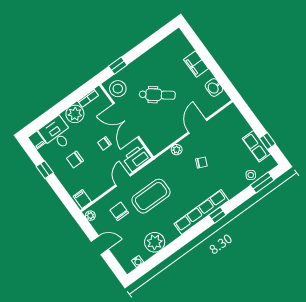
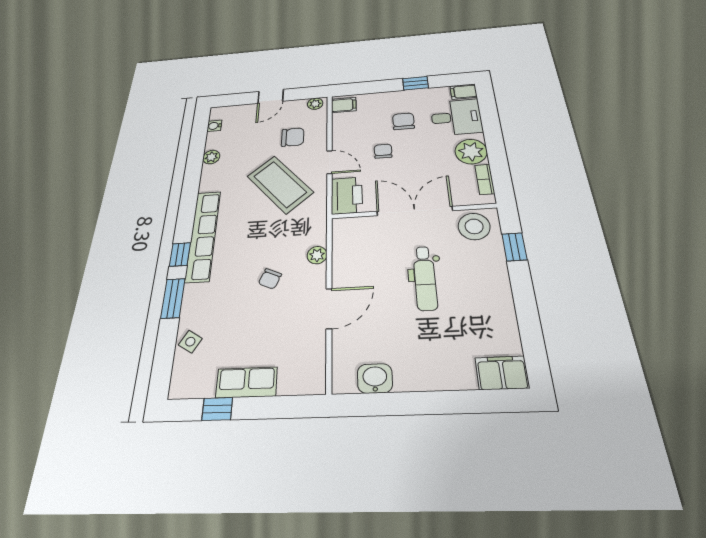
filing cabinet: (196, 64) -> (502, 373), moved
dental chair: (157, 95) -> (425, 278), turned -38
door: (198, 126) -> (329, 308), hinge flipped
chair: (104, 143) -> (383, 151), moved
row of seats: (256, 146) -> (247, 382), moved
window: (262, 183) -> (173, 298), moved
coffee table: (151, 196) -> (280, 184), turned -41
plant: (155, 242) -> (211, 157), width x0.53, depth x0.53

